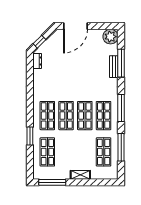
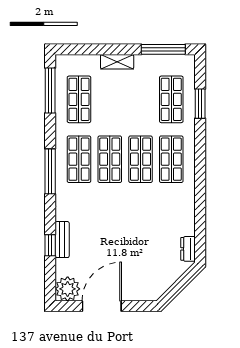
door: (76, 26) -> (102, 306), moved
window: (40, 42) -> (184, 281), removed
window: (121, 63) -> (50, 245), width x0.46
window: (30, 136) -> (200, 104), moved
window: (121, 147) -> (50, 91), moved

